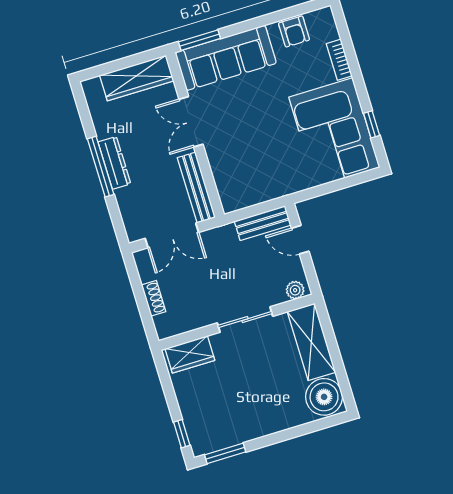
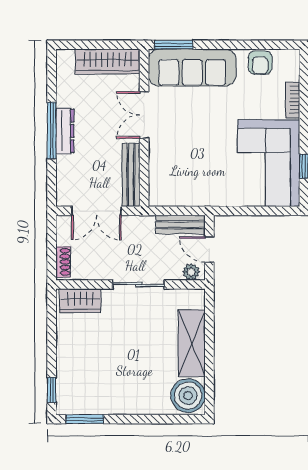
plant: (295, 290) -> (191, 272), moved
sliding door: (245, 320) -> (139, 284), moved
wall: (237, 322) -> (130, 284), moved
wardrobe: (190, 354) -> (80, 301), moved

